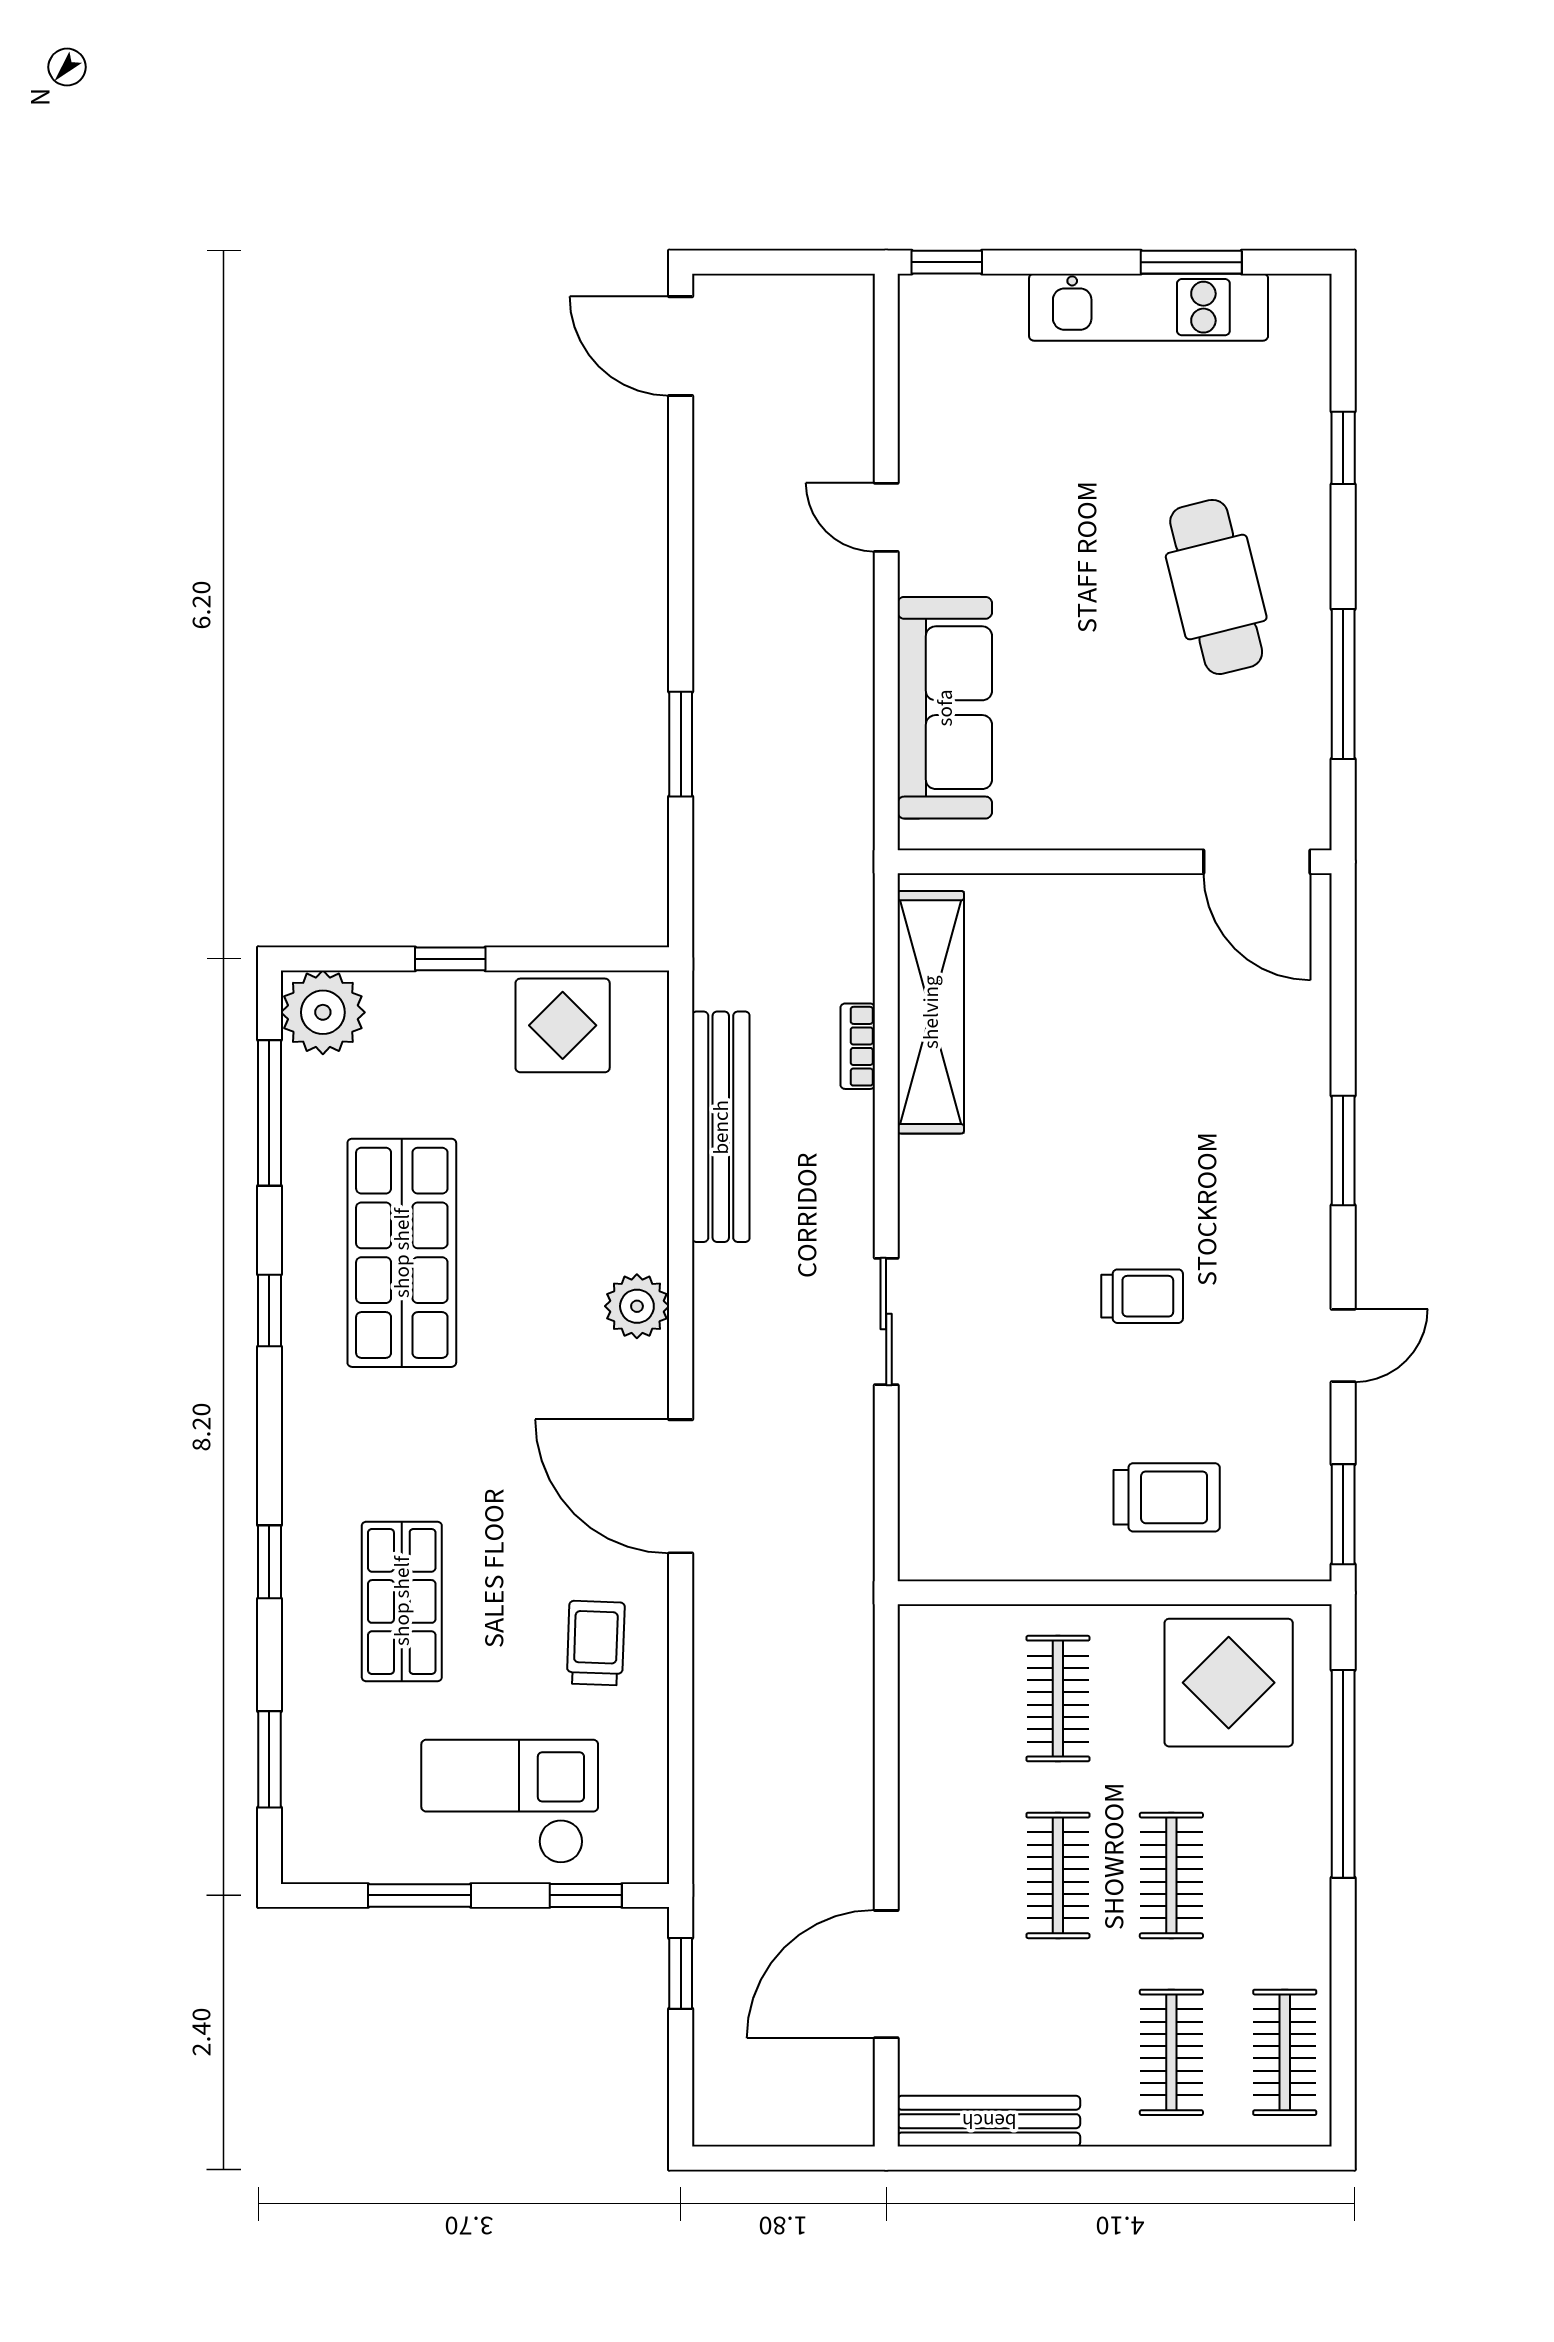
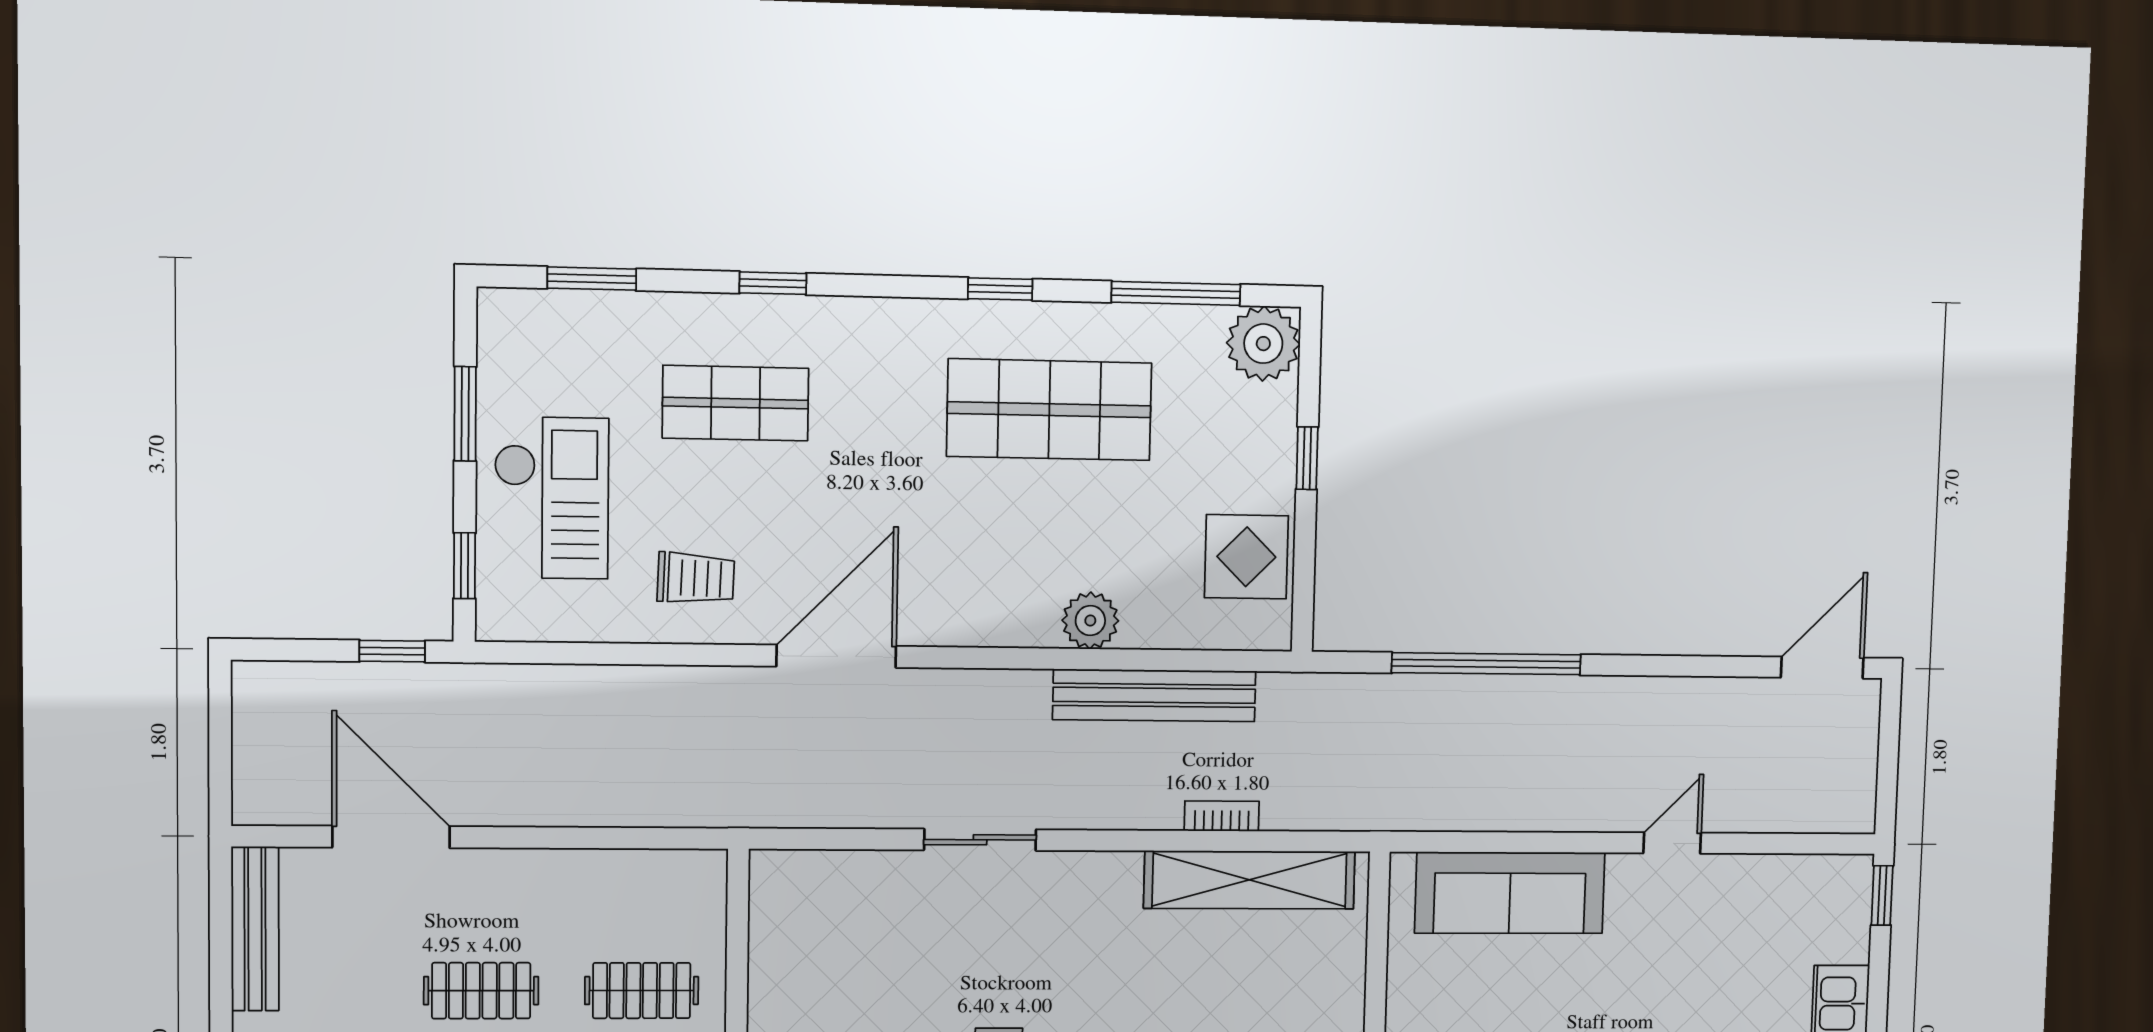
window: (681, 744) -> (1486, 664), width x2.11
plant: (637, 1306) -> (1090, 620), moved

